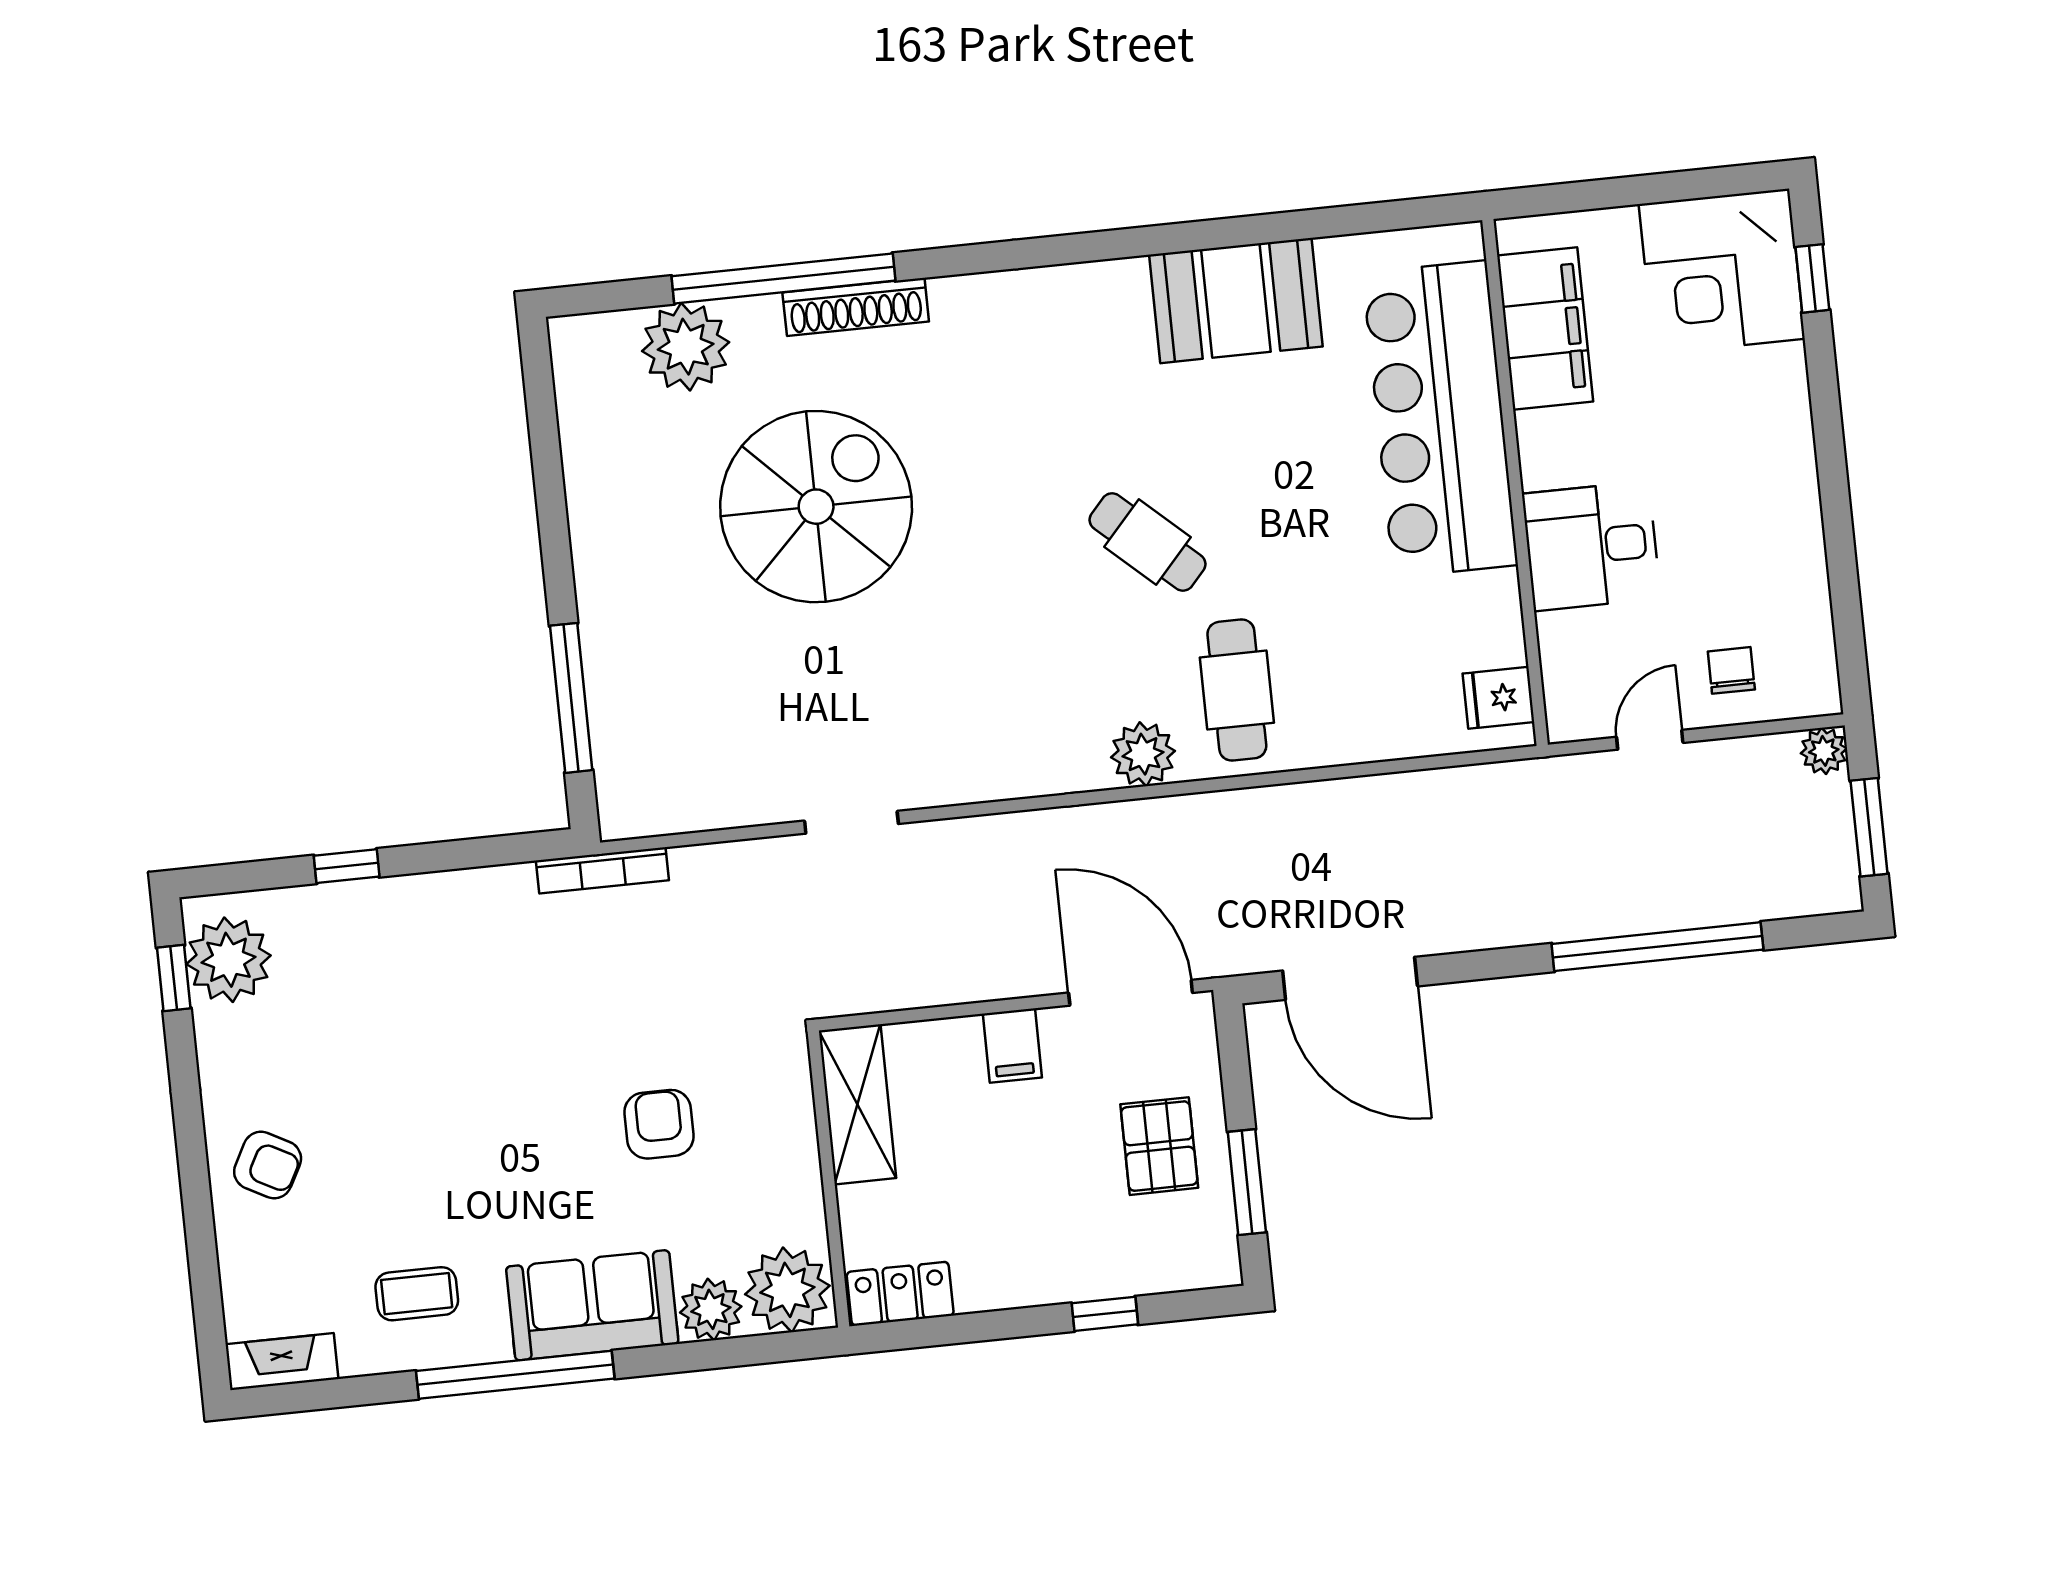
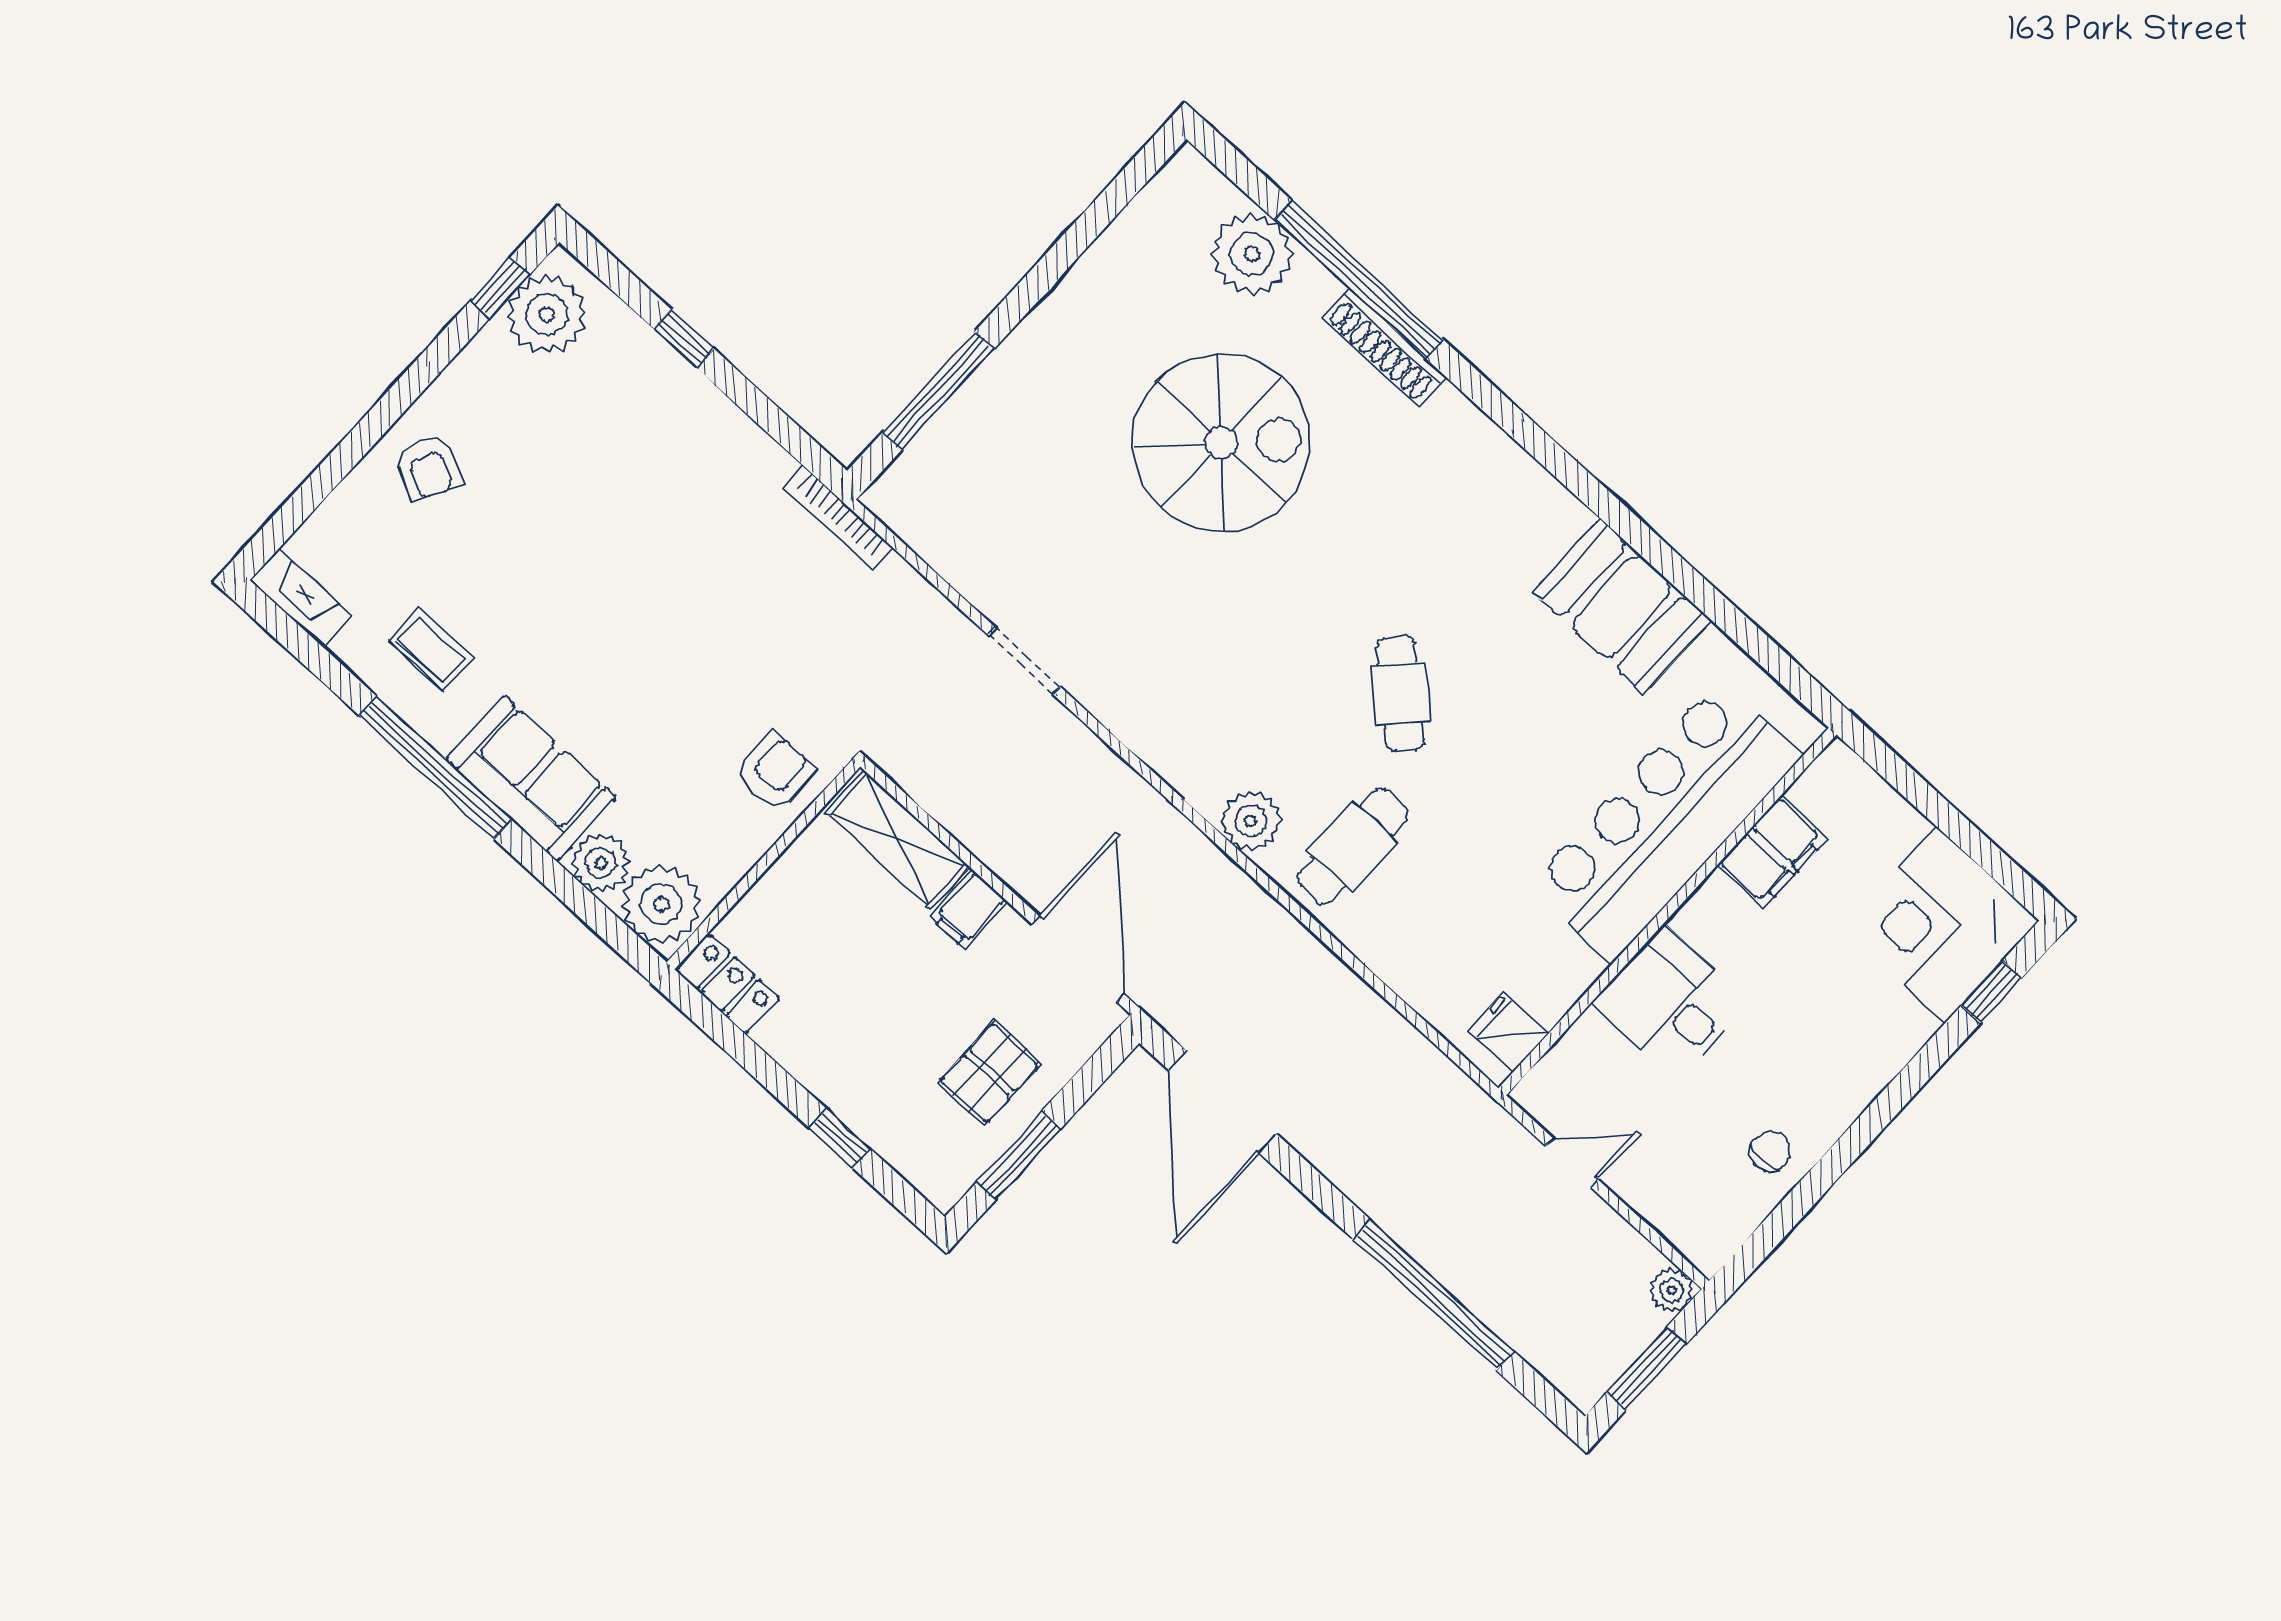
filing cabinet: (1545, 329) -> (1772, 852), width x0.67, depth x0.86
chair: (1731, 670) -> (1770, 1151), moved
shelving: (857, 1104) -> (898, 839), moved, turned 90
armchair: (659, 1124) -> (775, 772), moved

